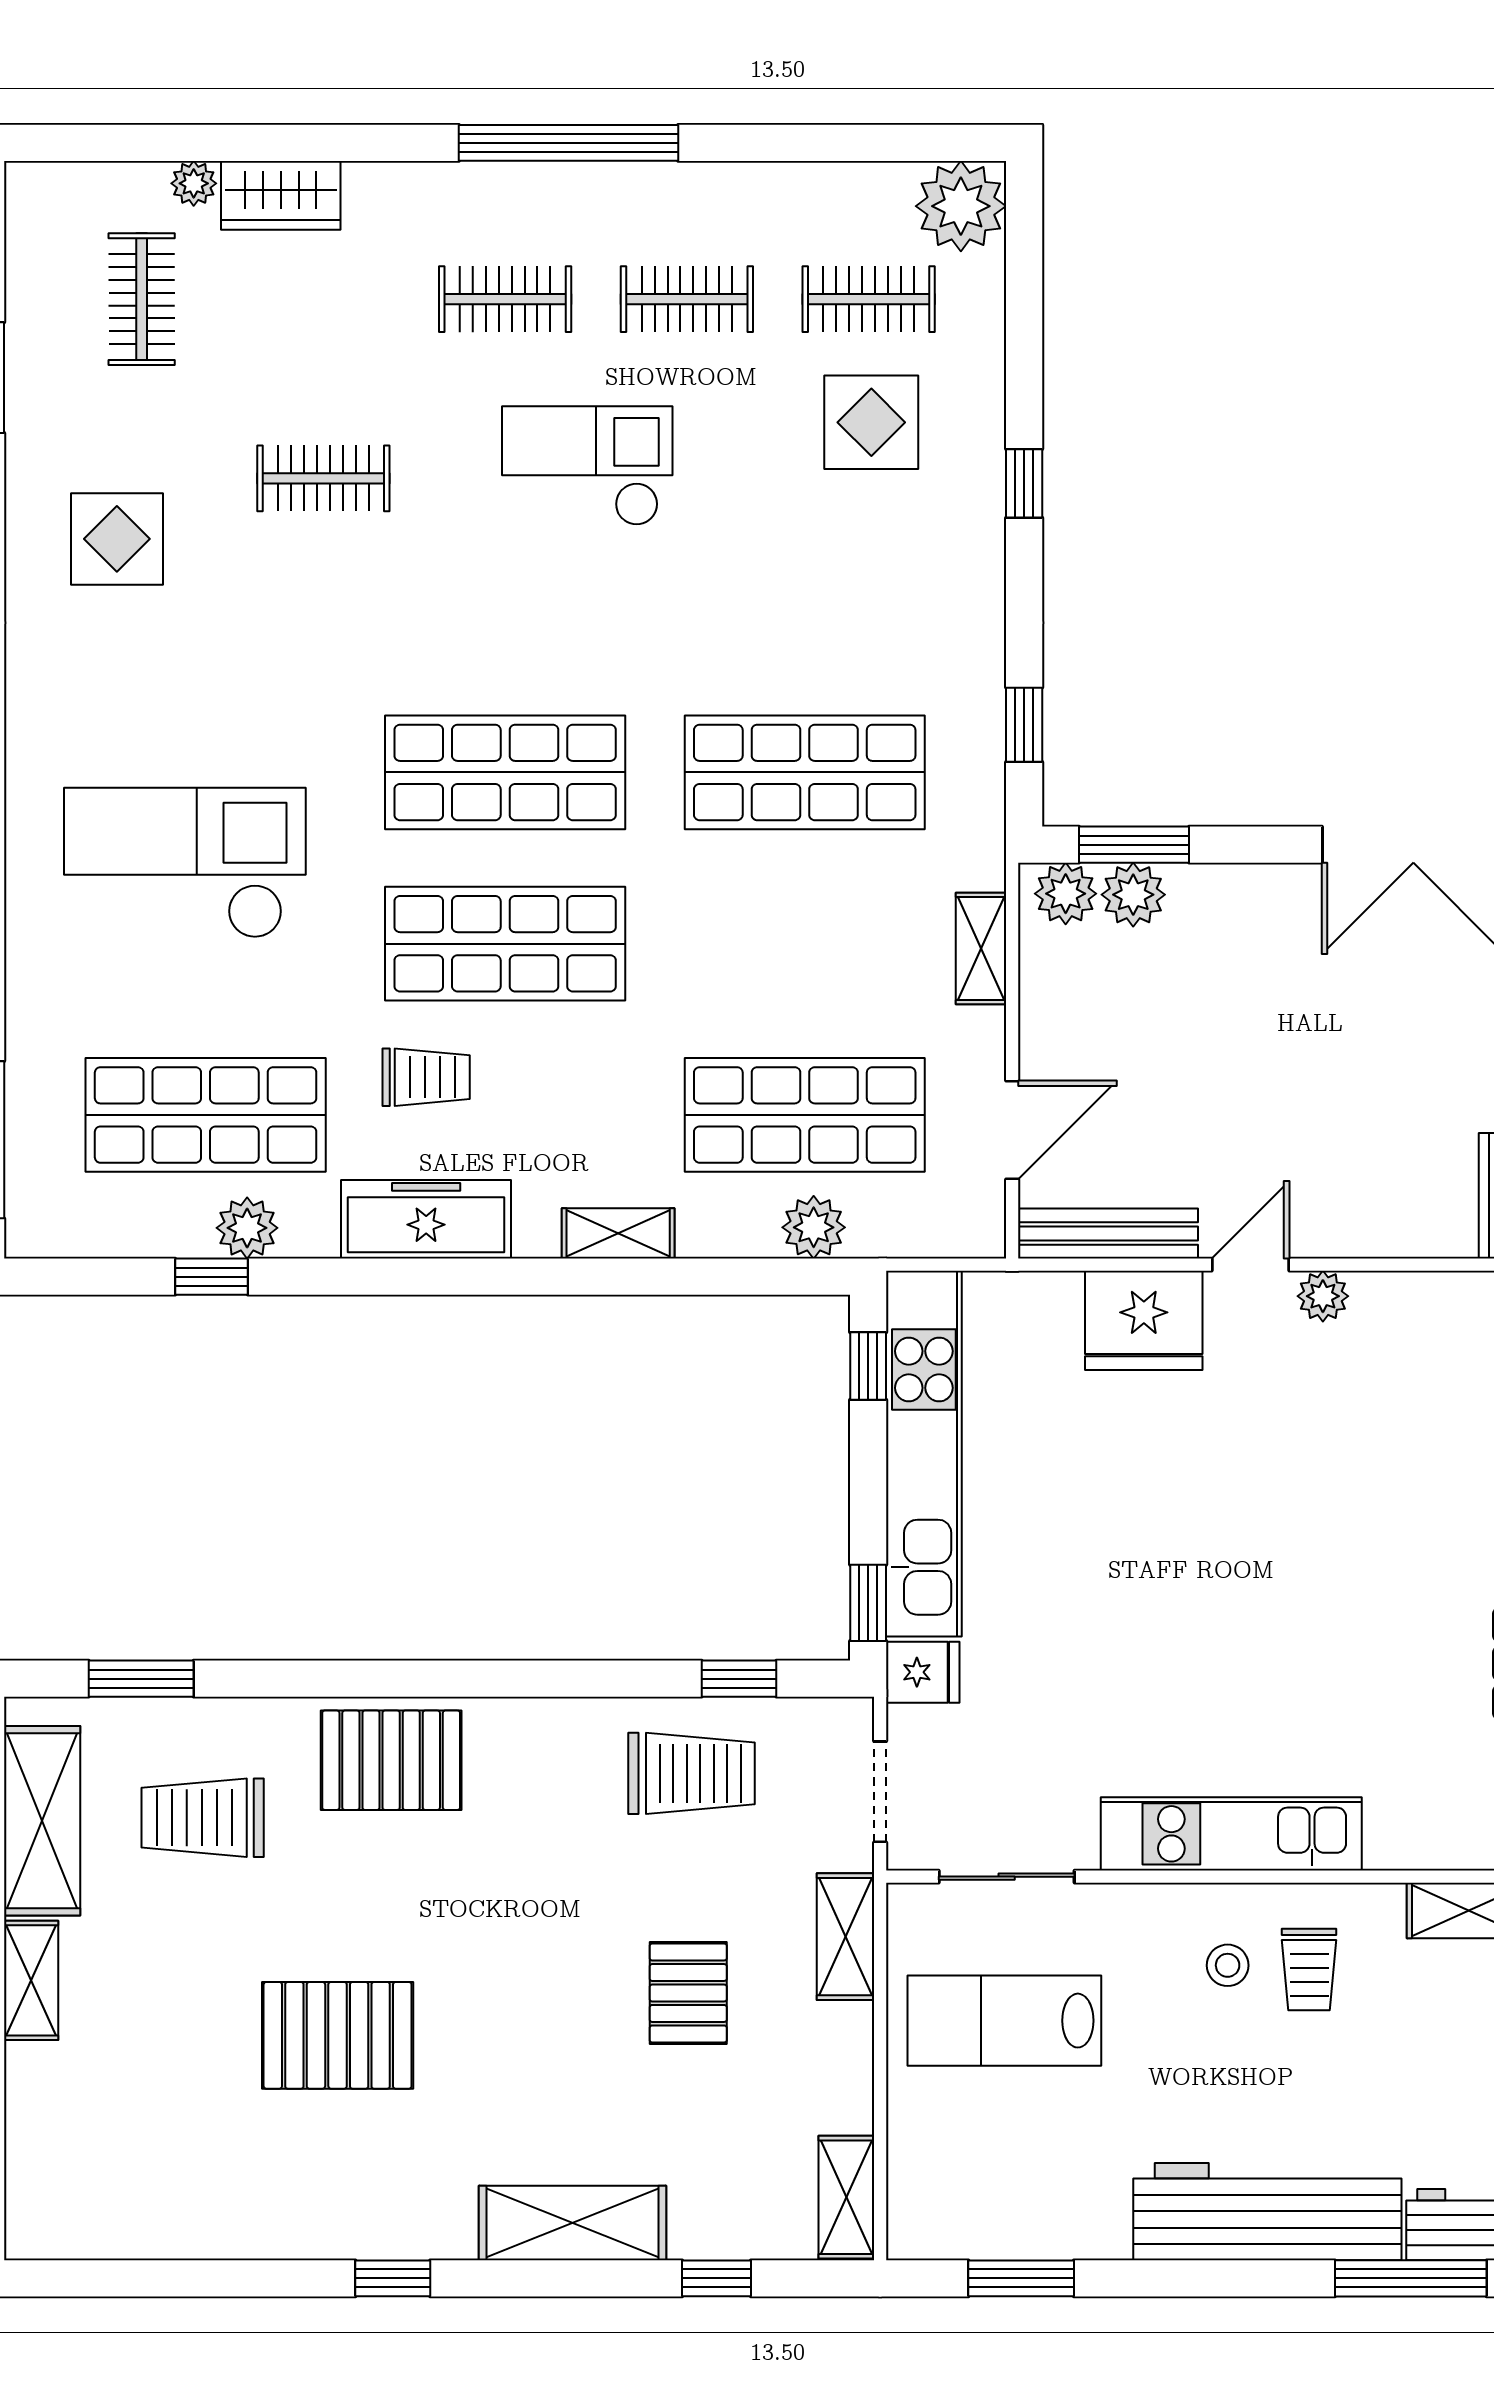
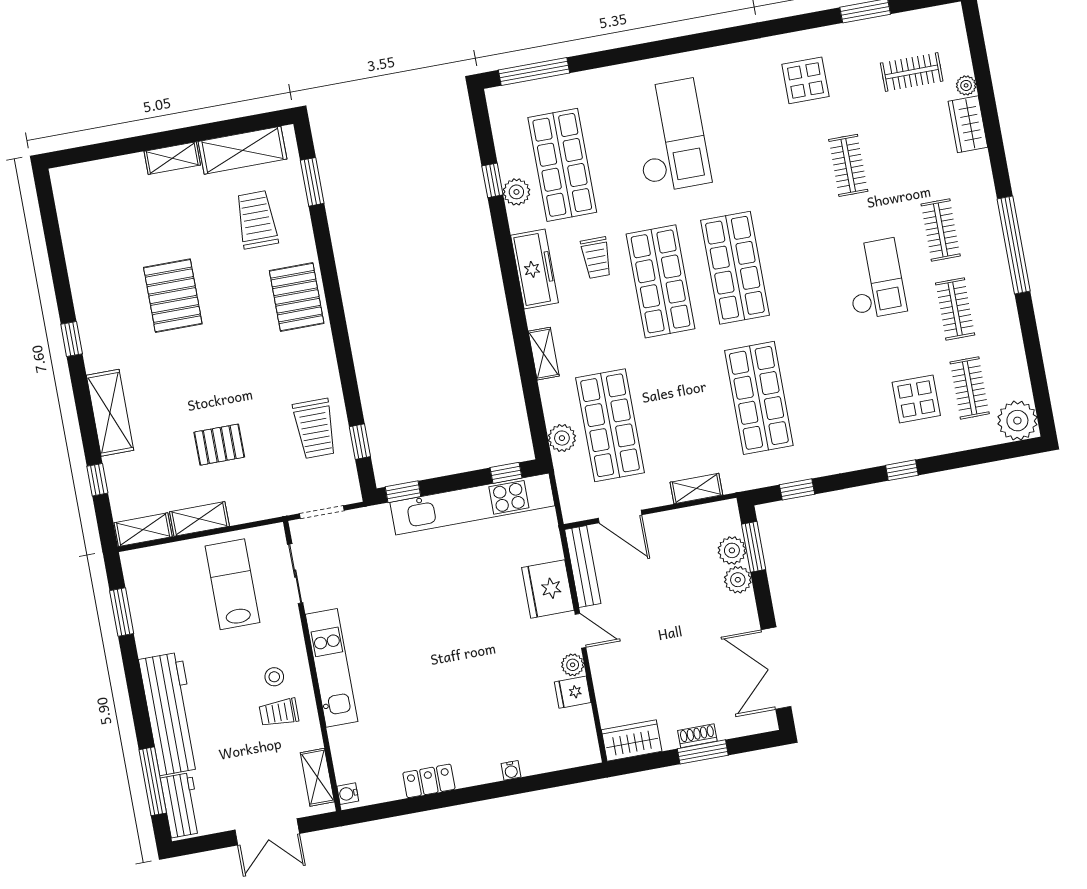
plant: (1066, 894) -> (738, 580), moved
fridge: (923, 1672) -> (573, 692), moved, turned 90
shelving: (845, 1937) -> (199, 519), moved

